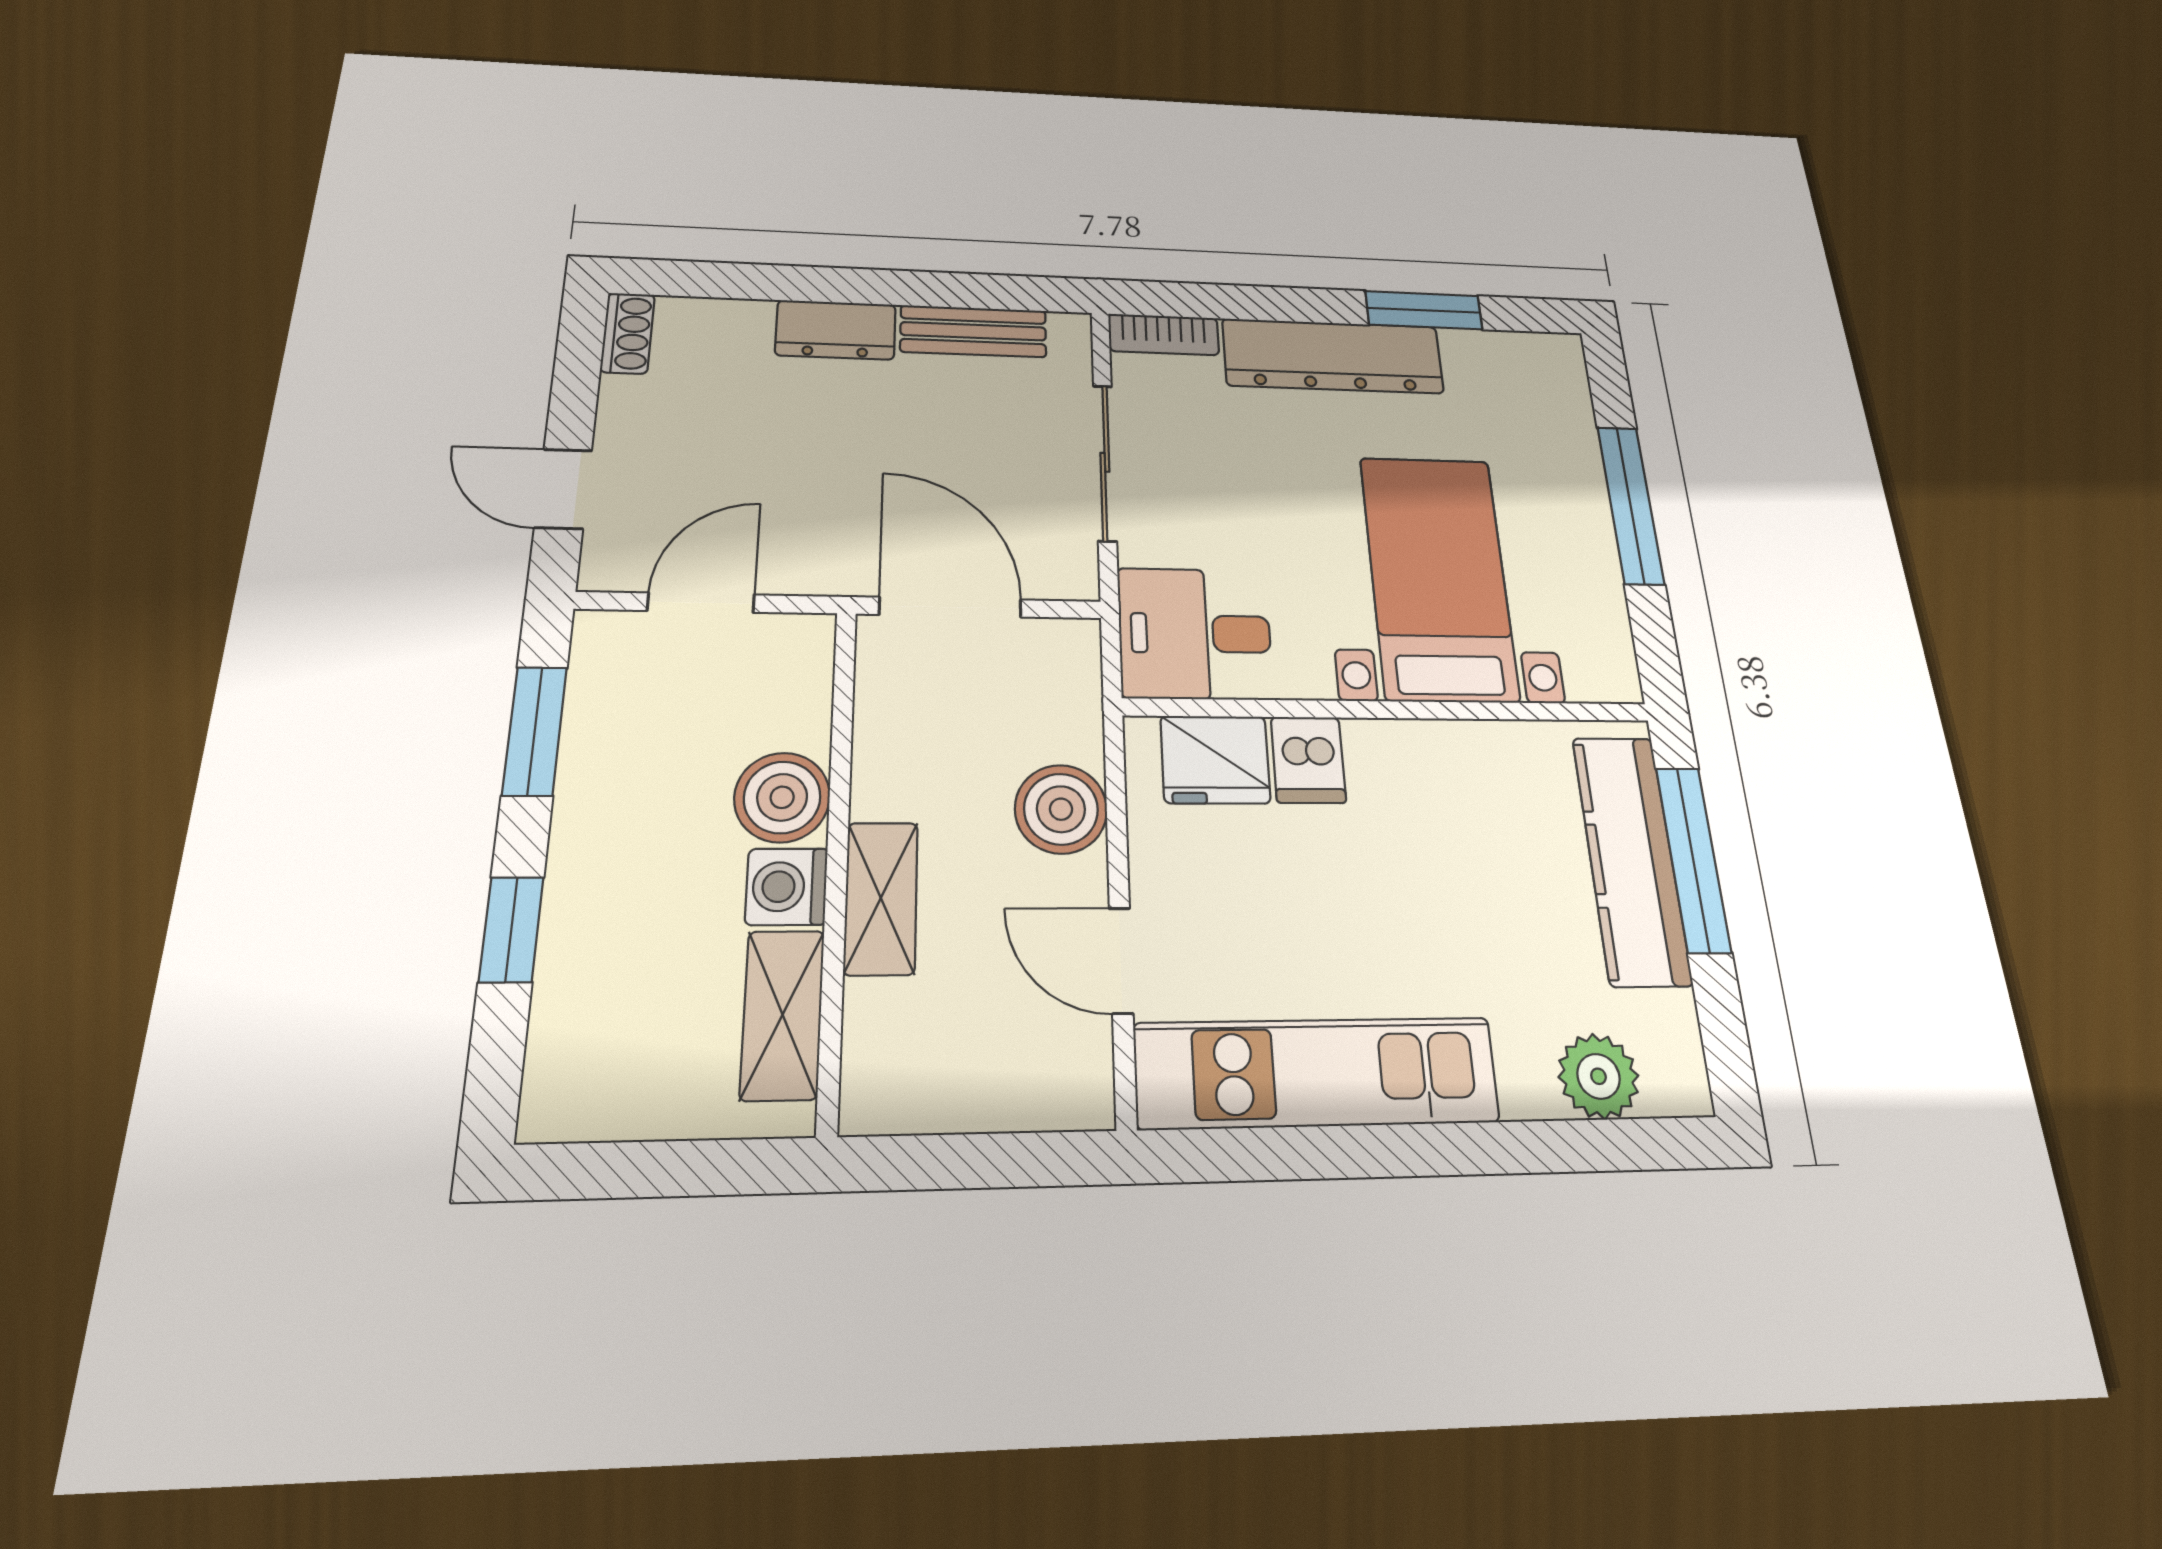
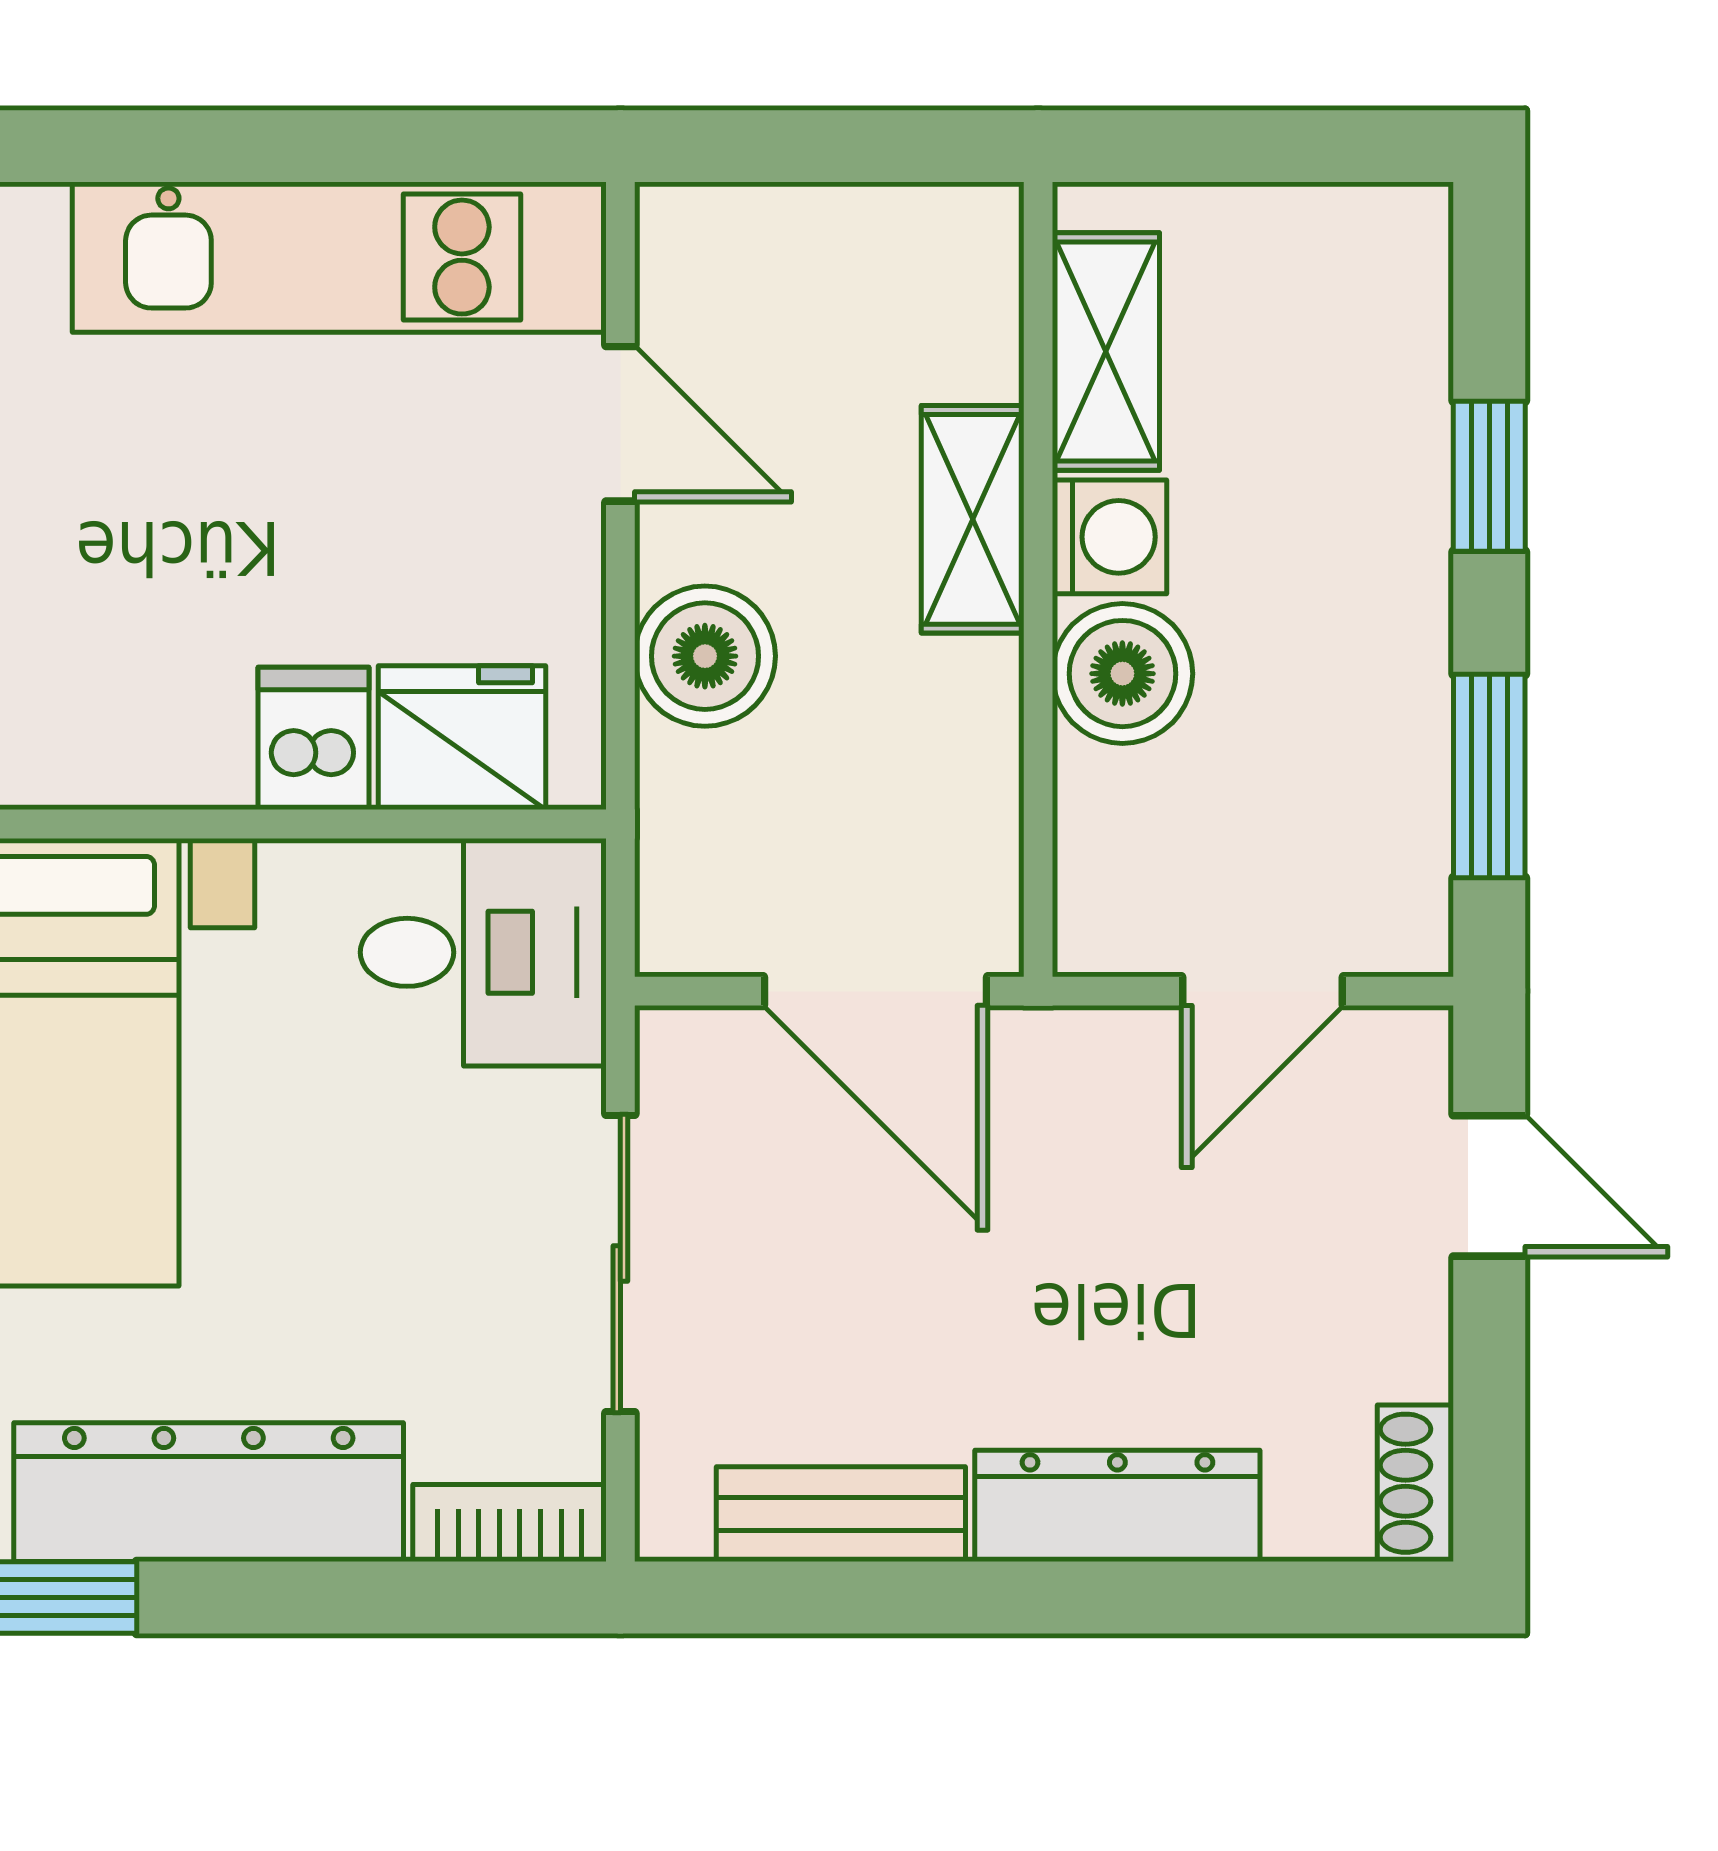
dresser: (836, 330) -> (1117, 1506), width x1.44

